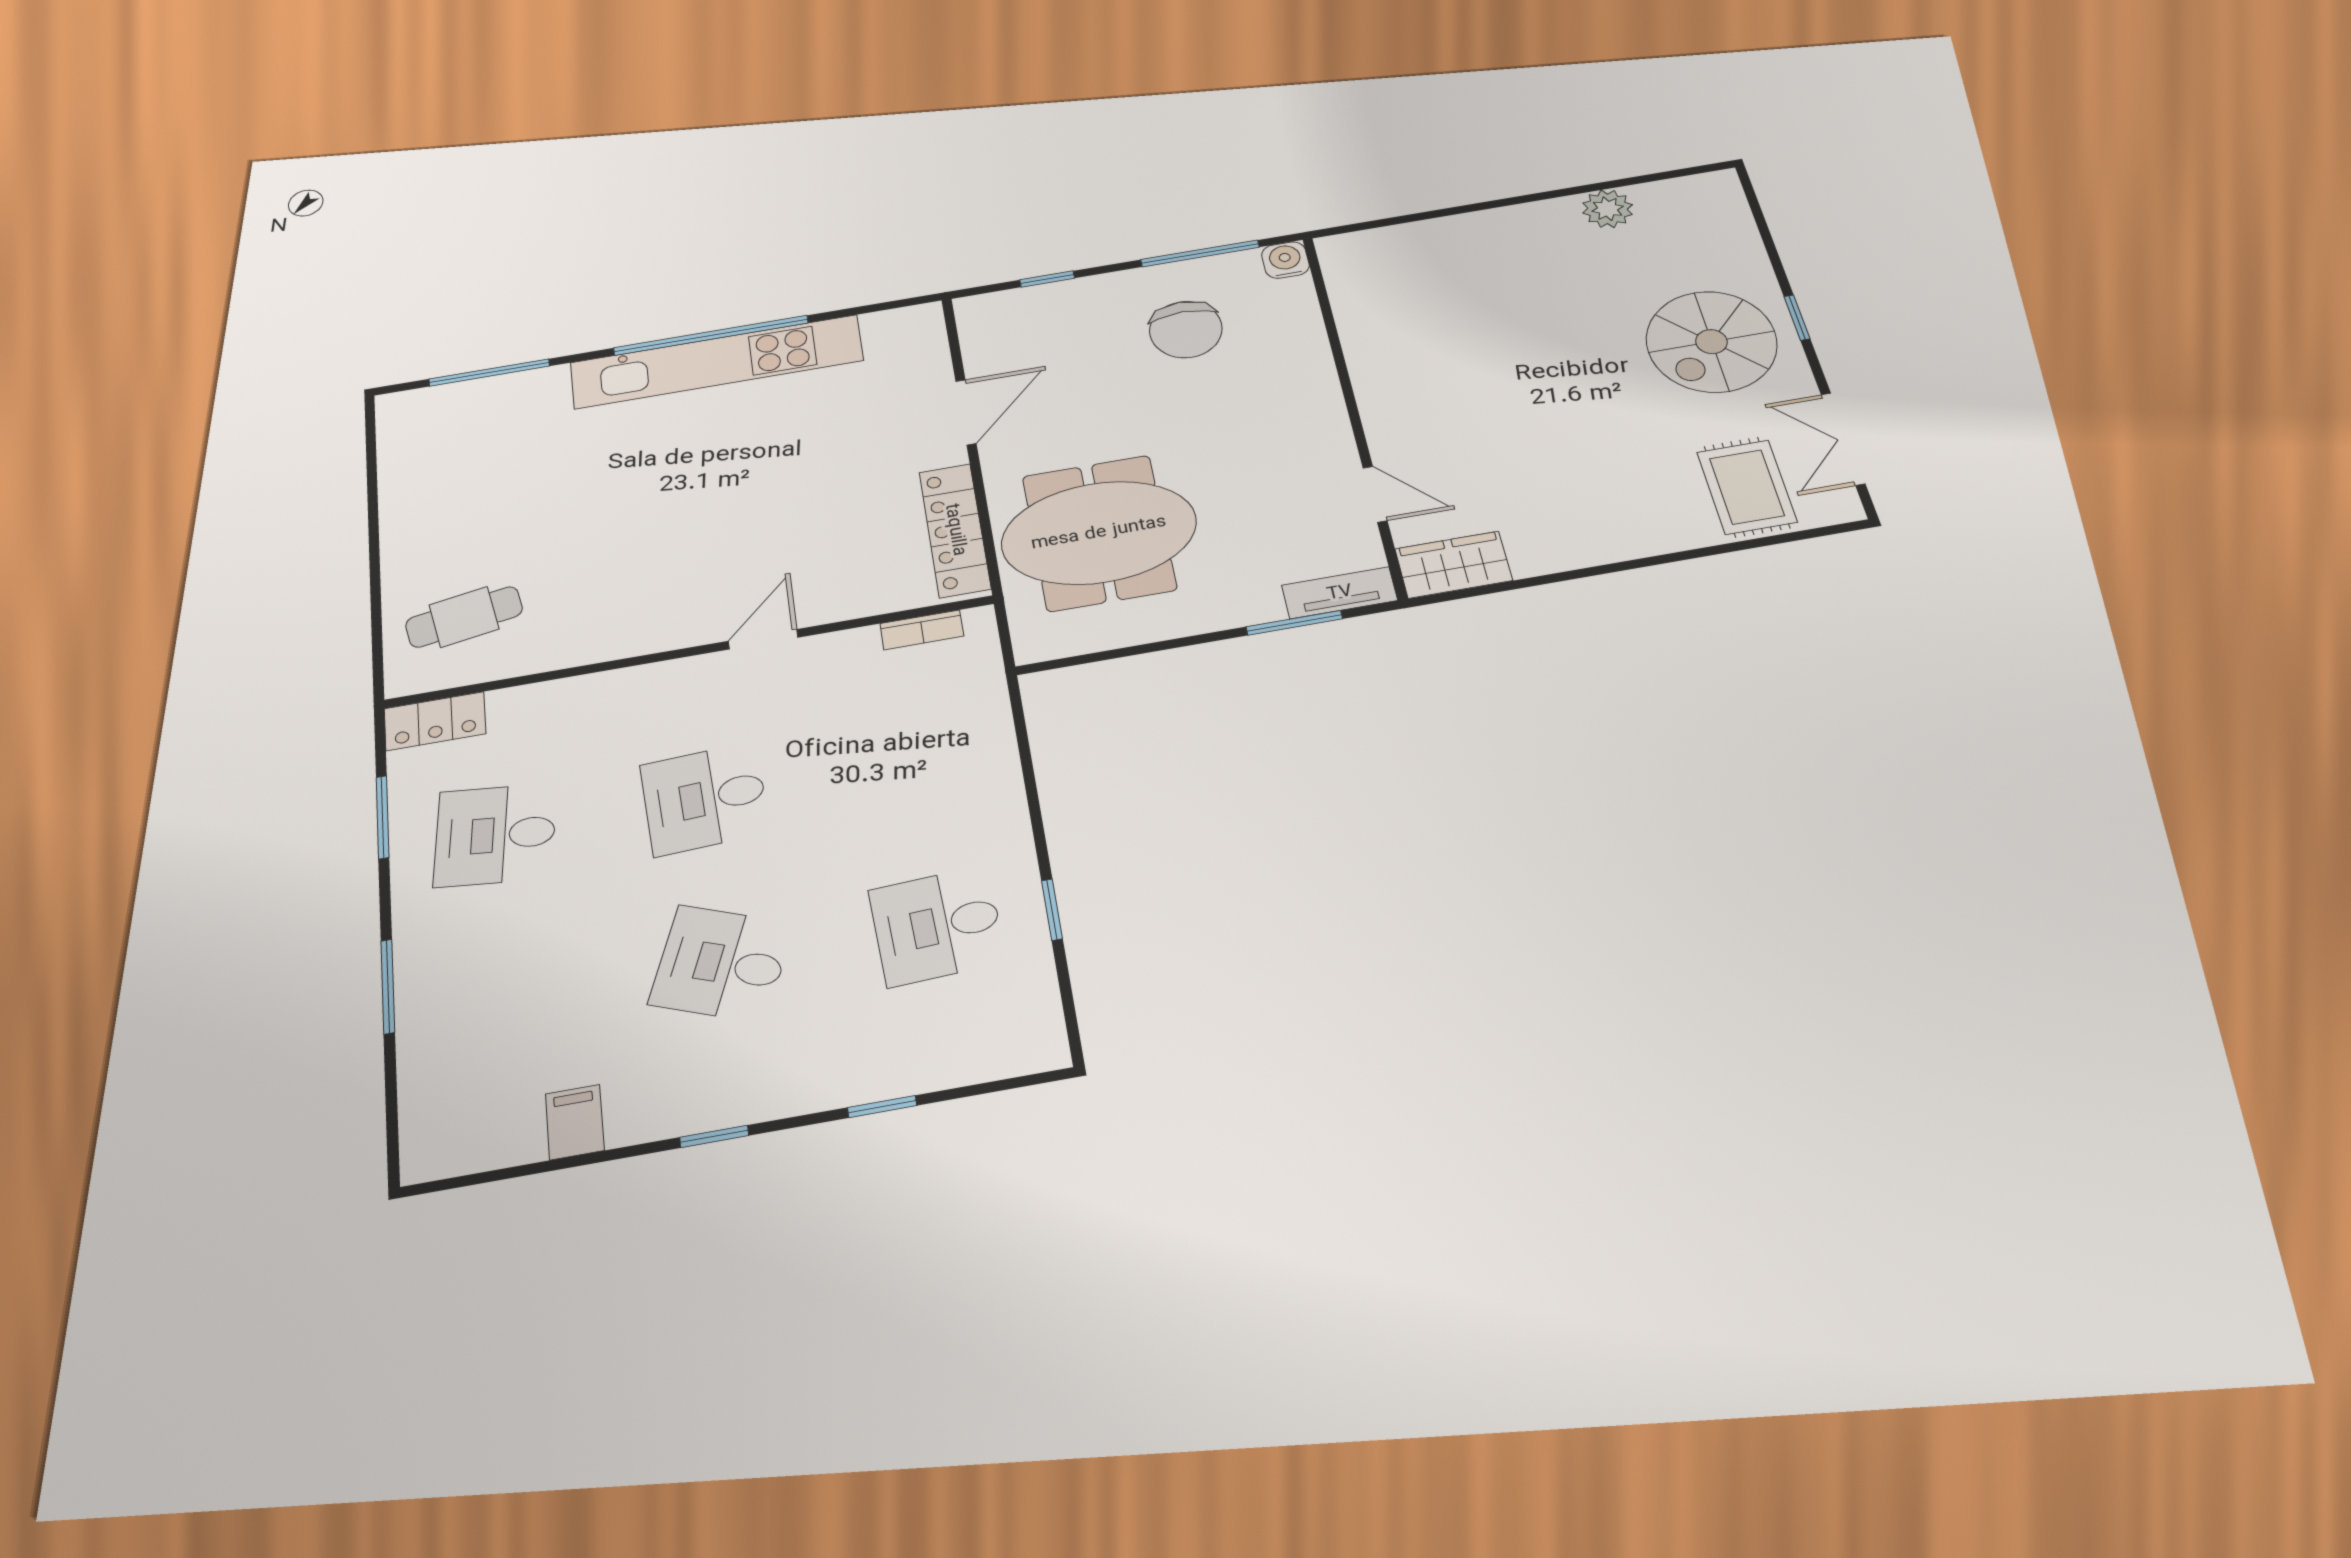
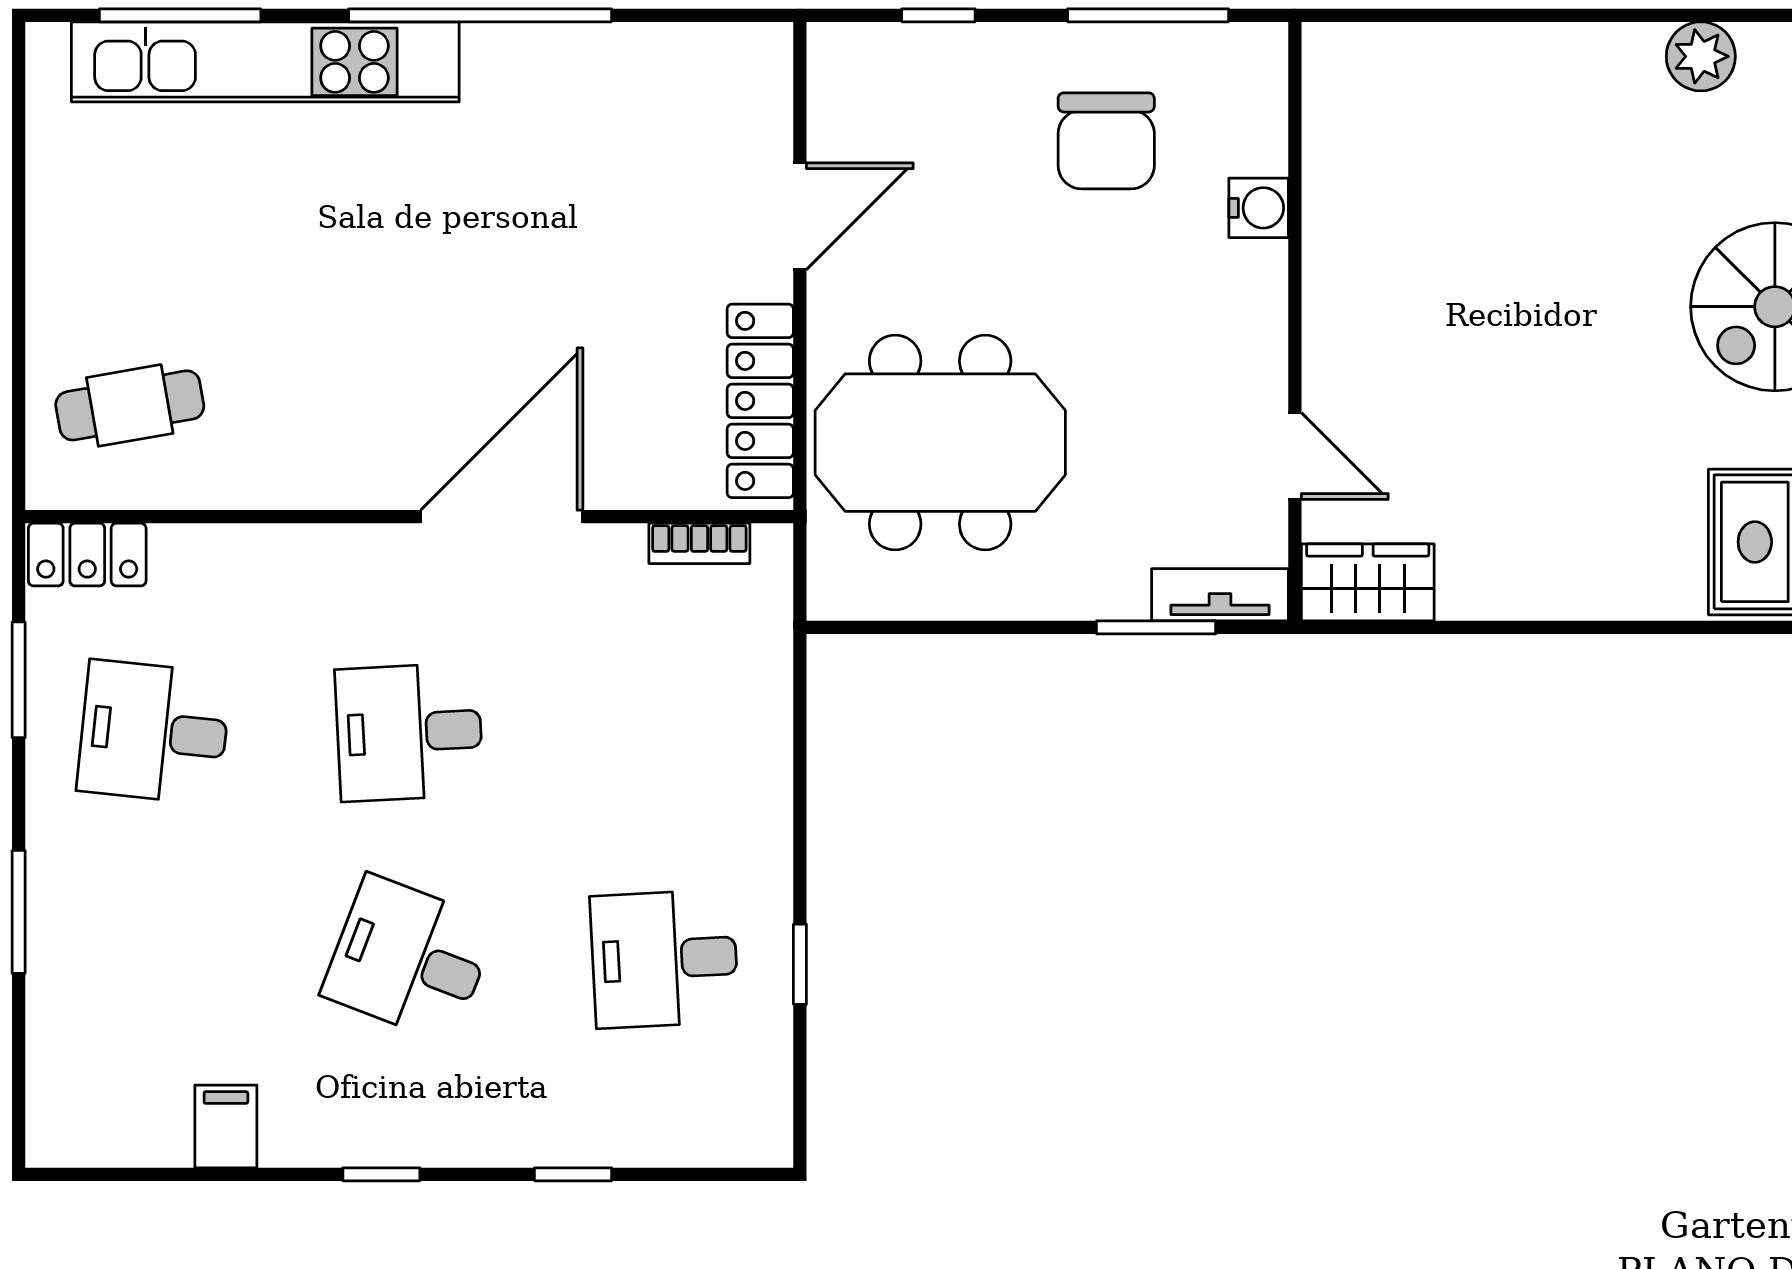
water cooler: (1285, 260) -> (1259, 208), moved, turned 90
kitchen unit: (717, 362) -> (265, 62), moved
door: (763, 639) -> (502, 517), width x1.88

